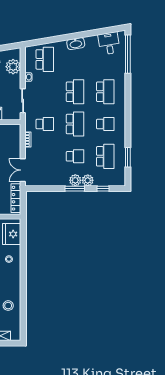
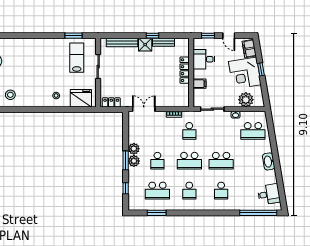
school desk: (105, 92) -> (221, 191), width x0.54
plant: (88, 180) -> (134, 149), moved
locker: (16, 198) -> (111, 102), width x0.66

